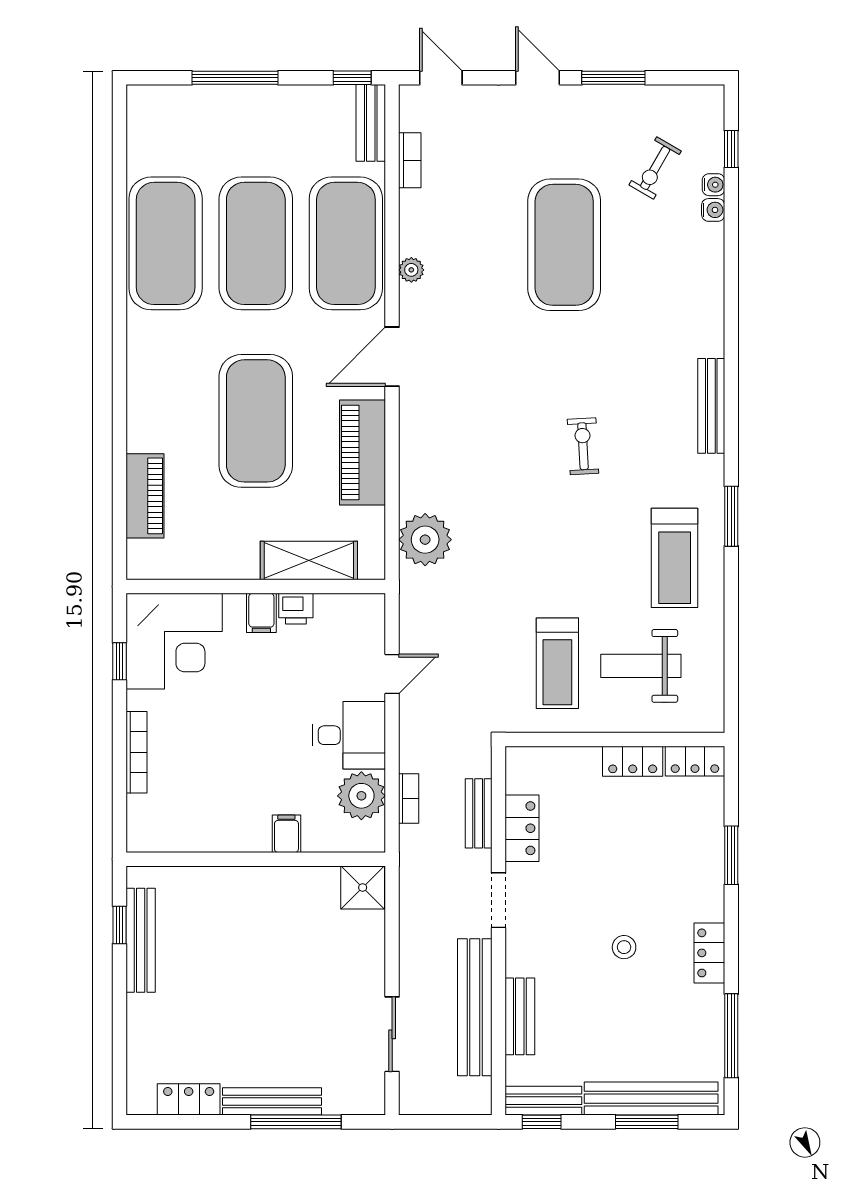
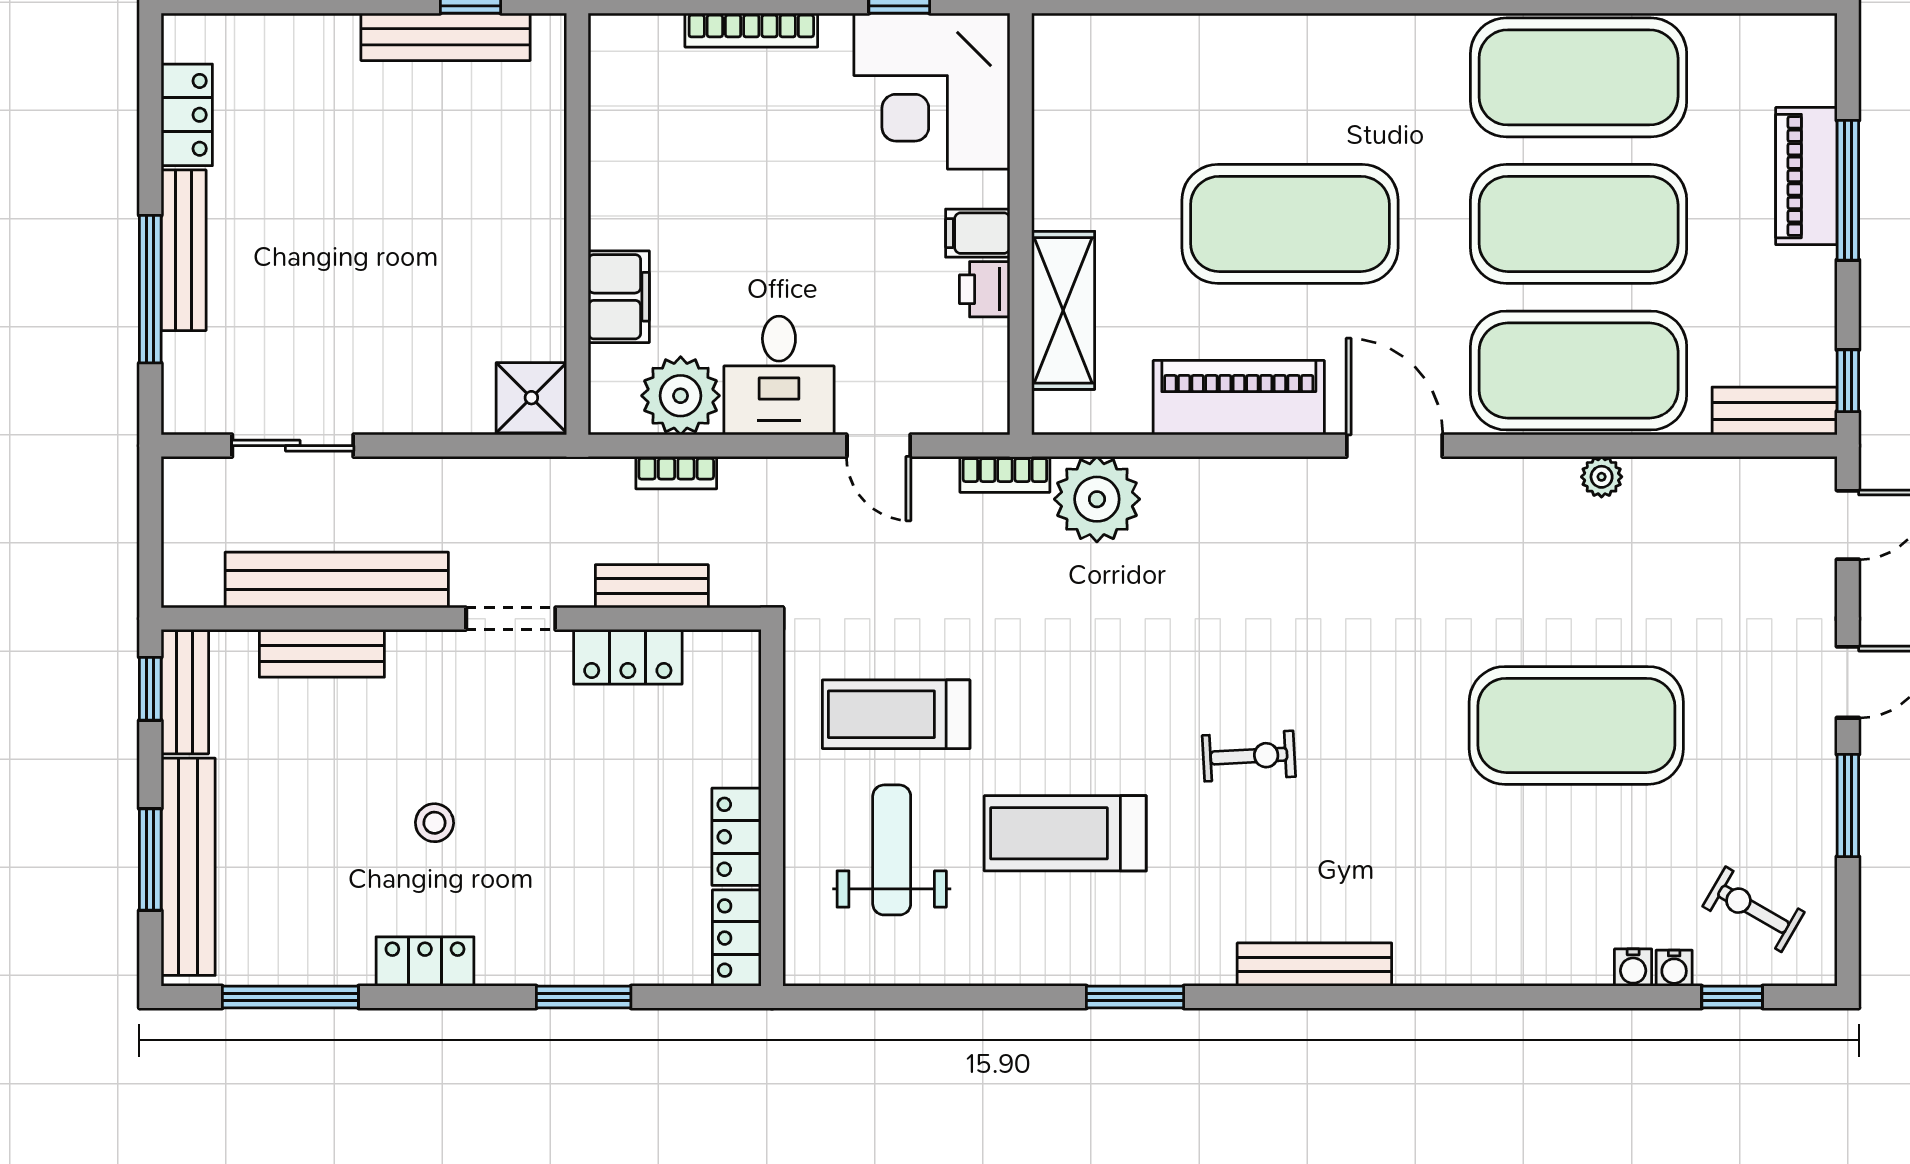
bookcase: (410, 160) -> (1005, 474), moved
exercise bike: (655, 168) -> (1753, 909), moved
plant: (411, 270) -> (1602, 477), moved
piano: (145, 496) -> (1806, 176), moved, turned 90
treadmill: (675, 558) -> (1065, 833), moved
filing cabinet: (286, 834) -> (619, 297), width x2.00

